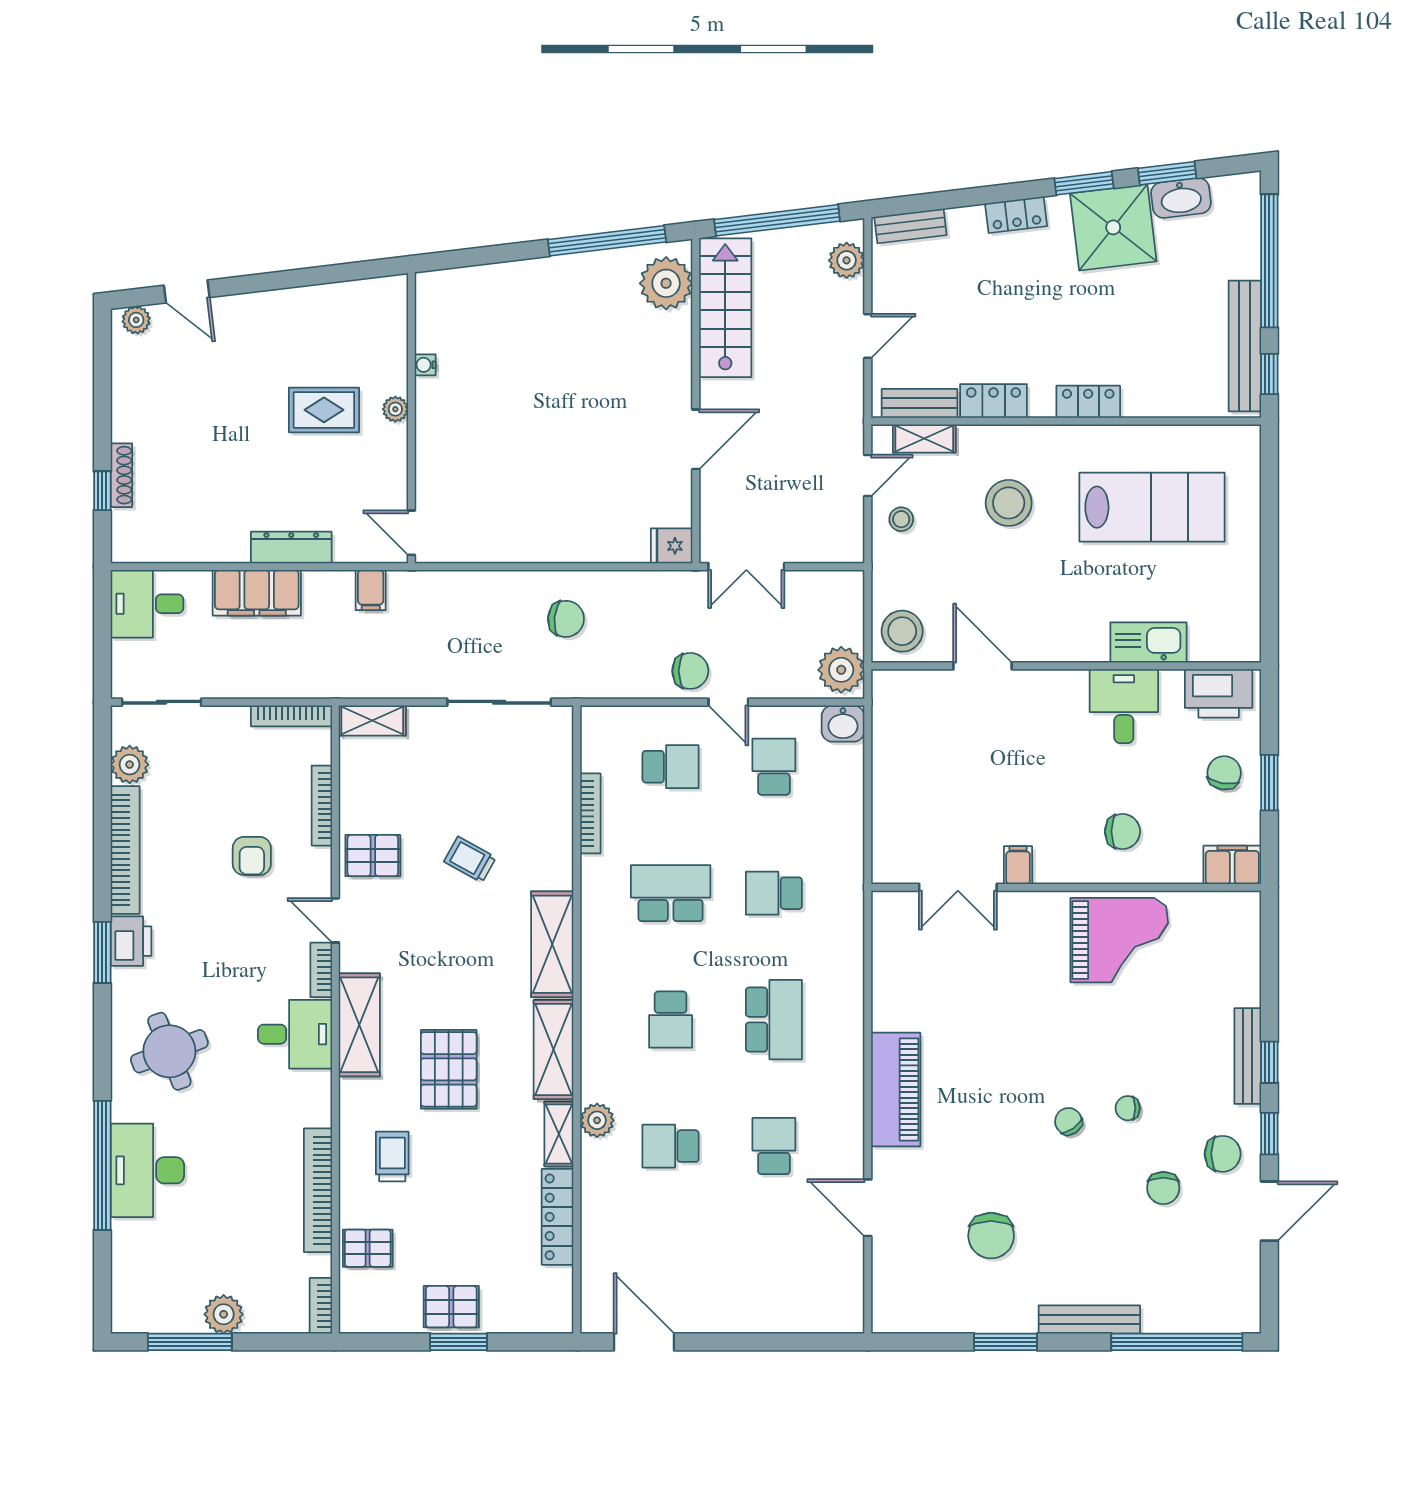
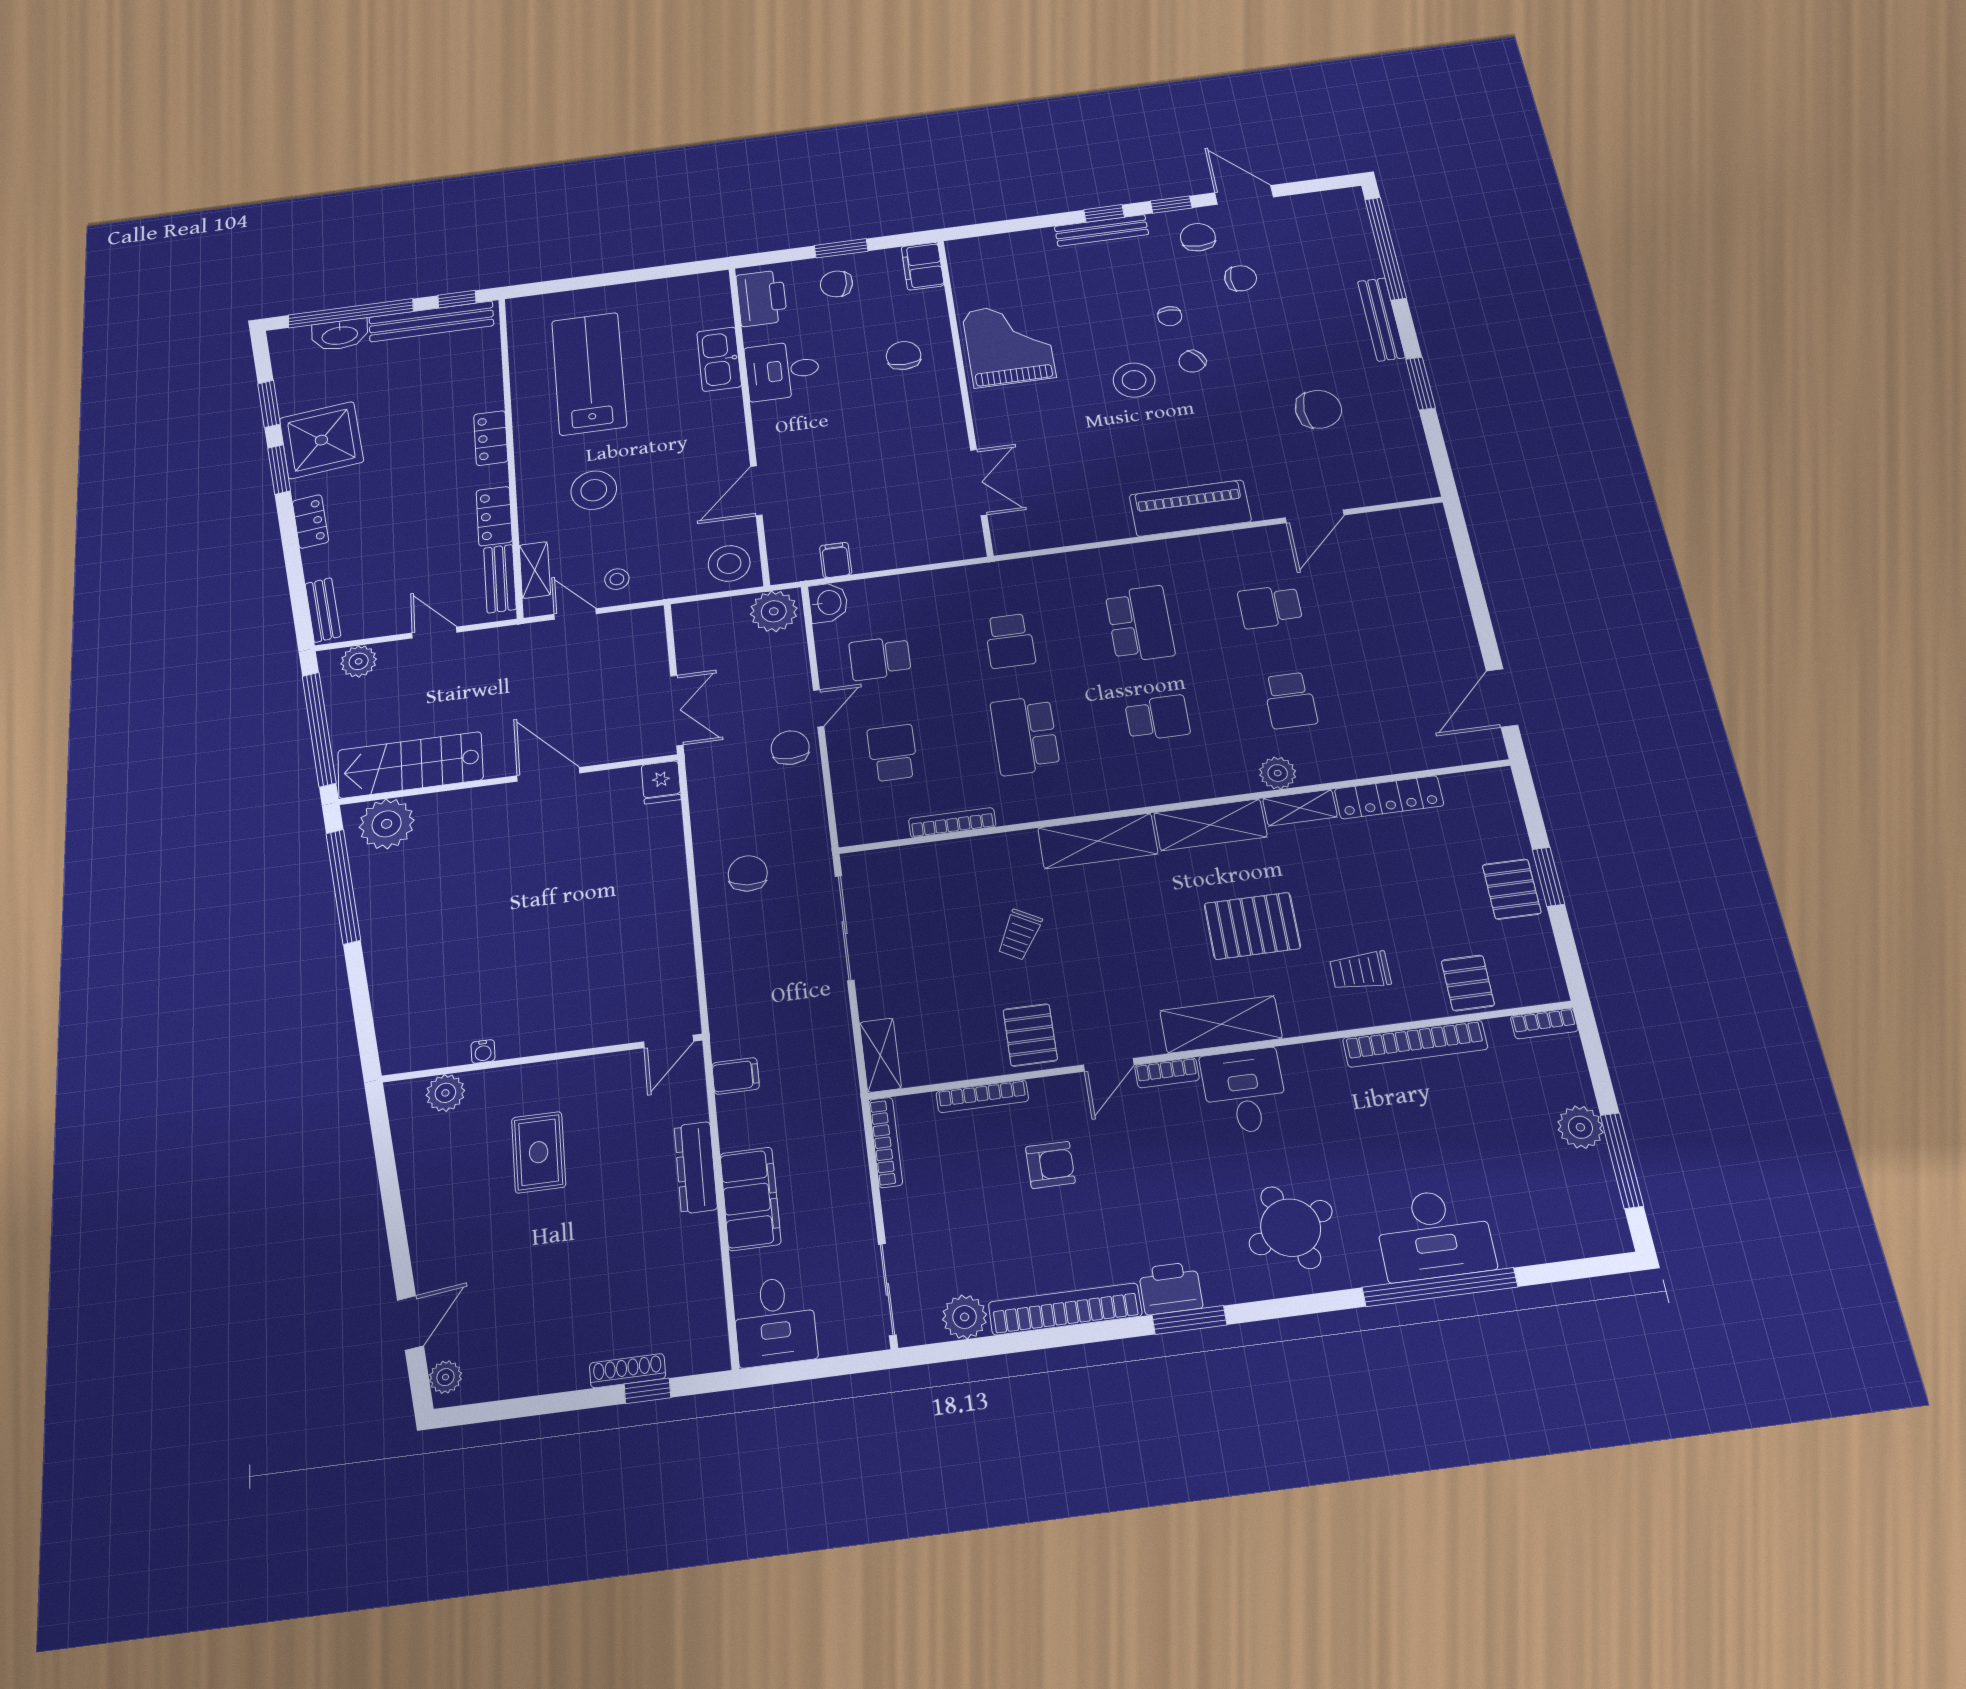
washbasin: (1181, 198) -> (340, 335), moved, turned 97
plant: (395, 409) -> (445, 1093), moved, width x1.38, depth x1.38
filing cabinet: (1018, 865) -> (836, 560), moved, turned 90
school desk: (774, 1020) -> (1140, 624), turned 90
stool: (1055, 1059) -> (1134, 380), added

